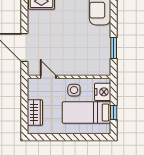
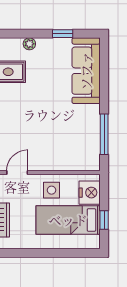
window: (114, 48) -> (104, 134), width x1.44
door: (48, 77) -> (17, 172), hinge flipped

